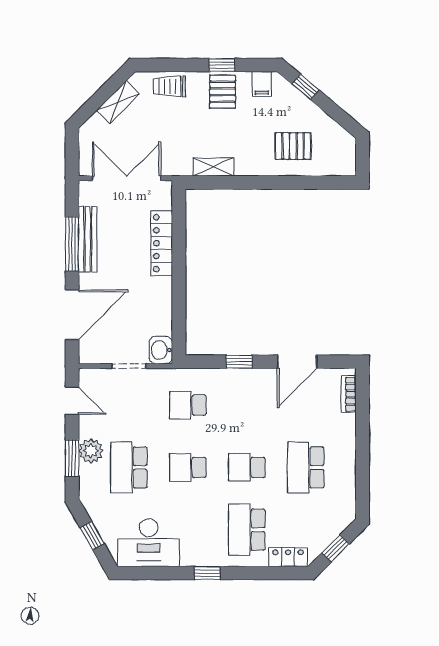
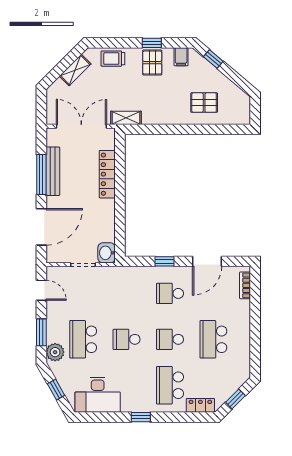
shelving: (213, 167) -> (126, 118), moved
school desk: (188, 405) -> (170, 293), moved
plant: (91, 451) -> (55, 352), moved

